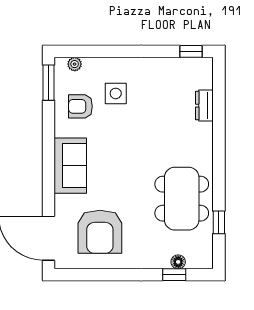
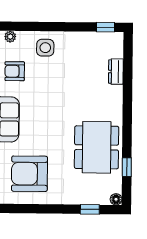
side table: (116, 93) -> (45, 48), moved
armchair: (100, 232) -> (29, 174), turned 90
floor lamp: (178, 262) -> (116, 199), moved

